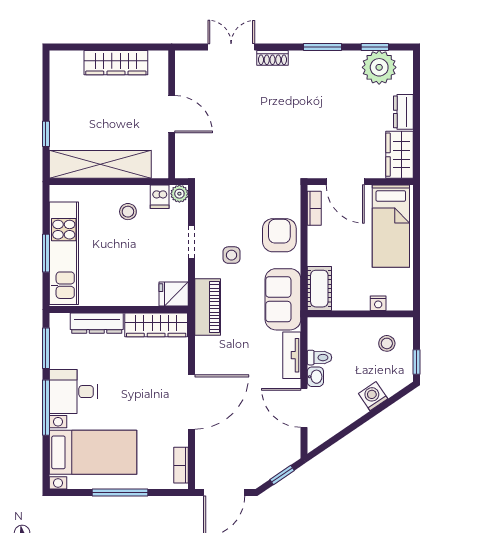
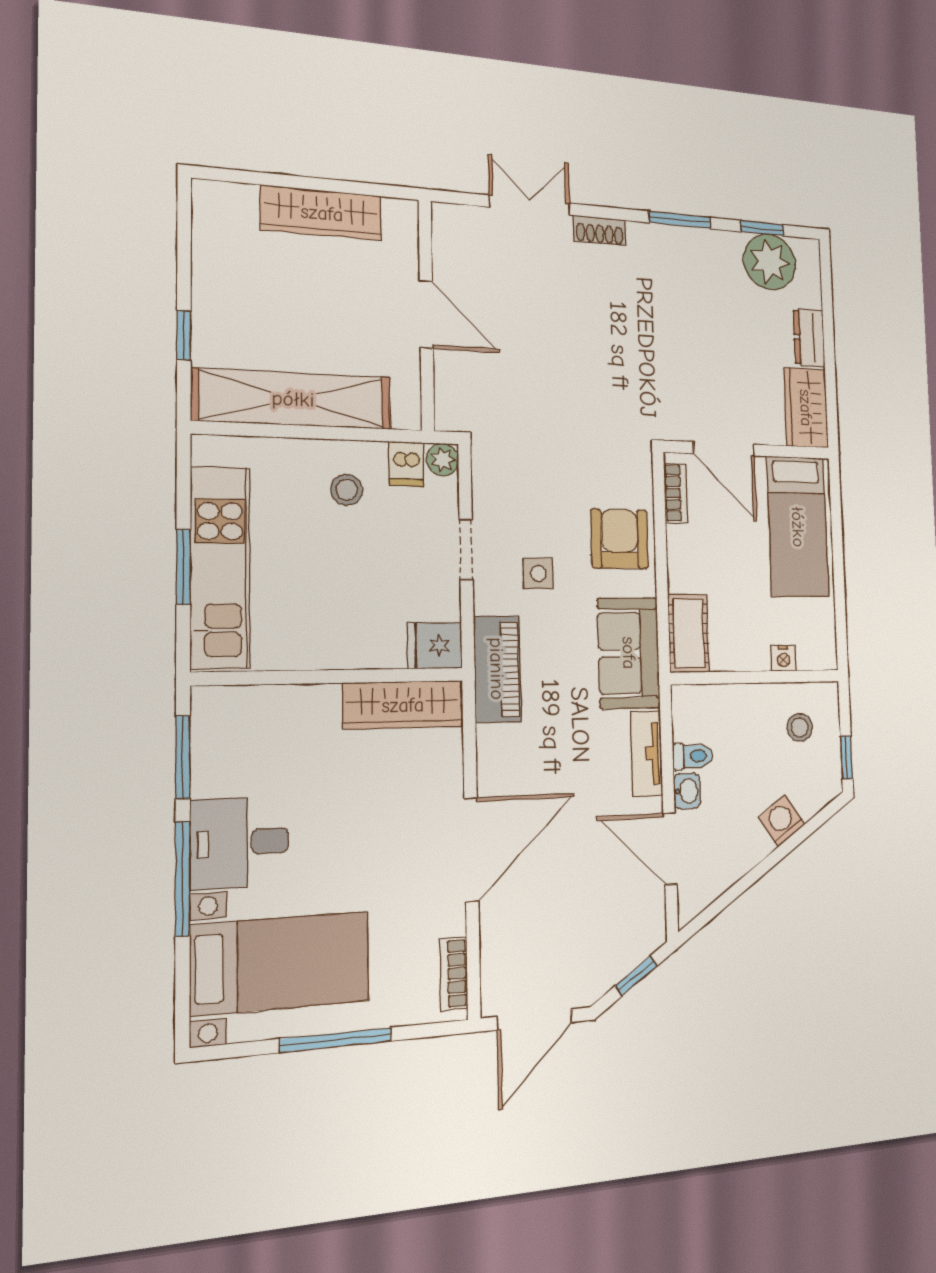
dresser: (97, 323) -> (287, 704), removed

